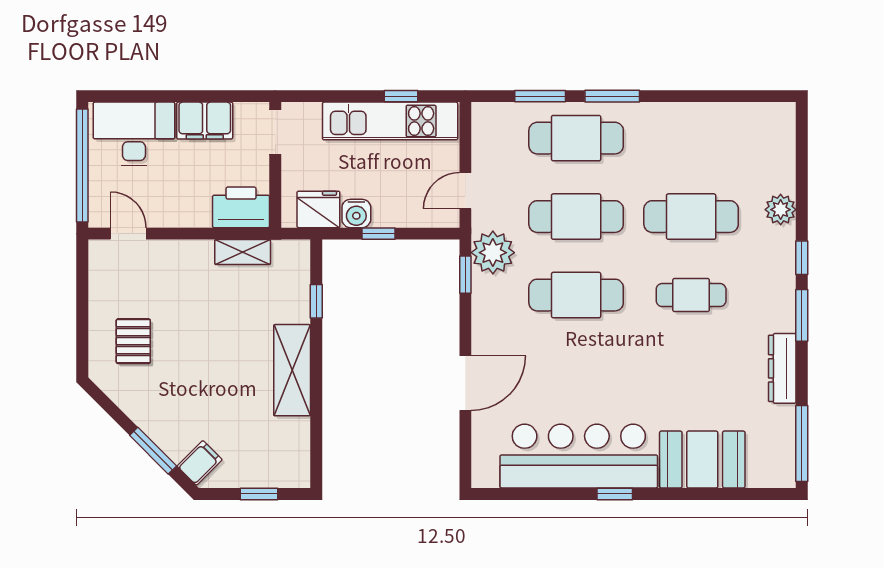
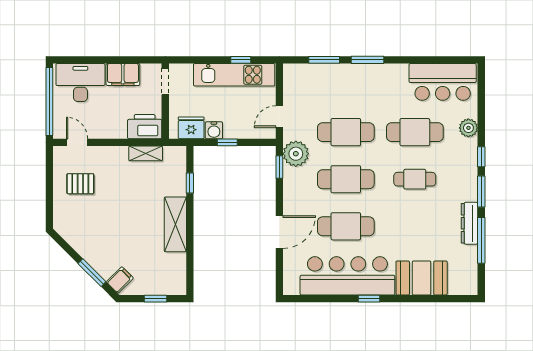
bar counter: (737, 133) -> (443, 82), added
cafe table: (576, 138) -> (346, 226), moved
pallet: (133, 341) -> (80, 184), moved, turned 90
window: (802, 444) -> (481, 240), moved

